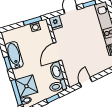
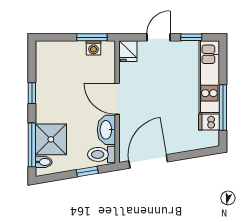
door: (57, 52) -> (117, 99), hinge flipped
bathtub: (14, 55) -> (46, 84), removed
door: (86, 82) -> (148, 161), width x1.87

